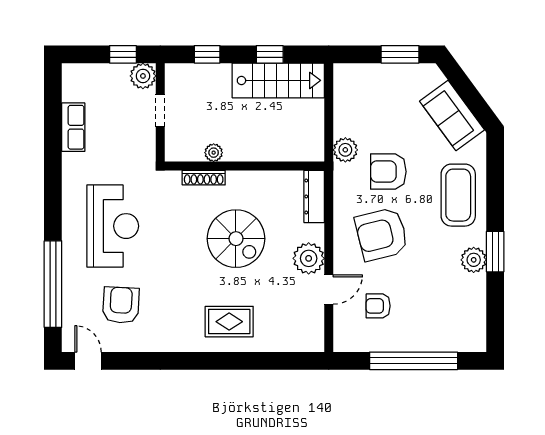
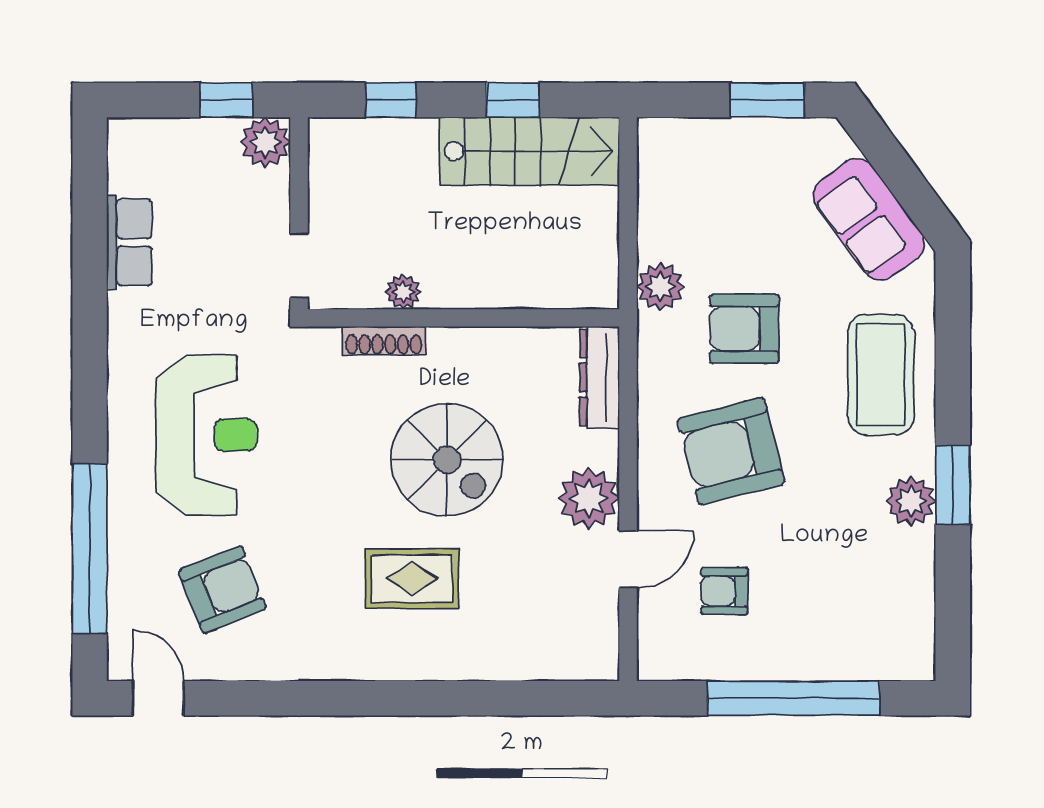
doorway: (160, 110) -> (299, 265), moved
armchair: (121, 305) -> (222, 589), turned 65
rug: (229, 322) -> (412, 579), moved

